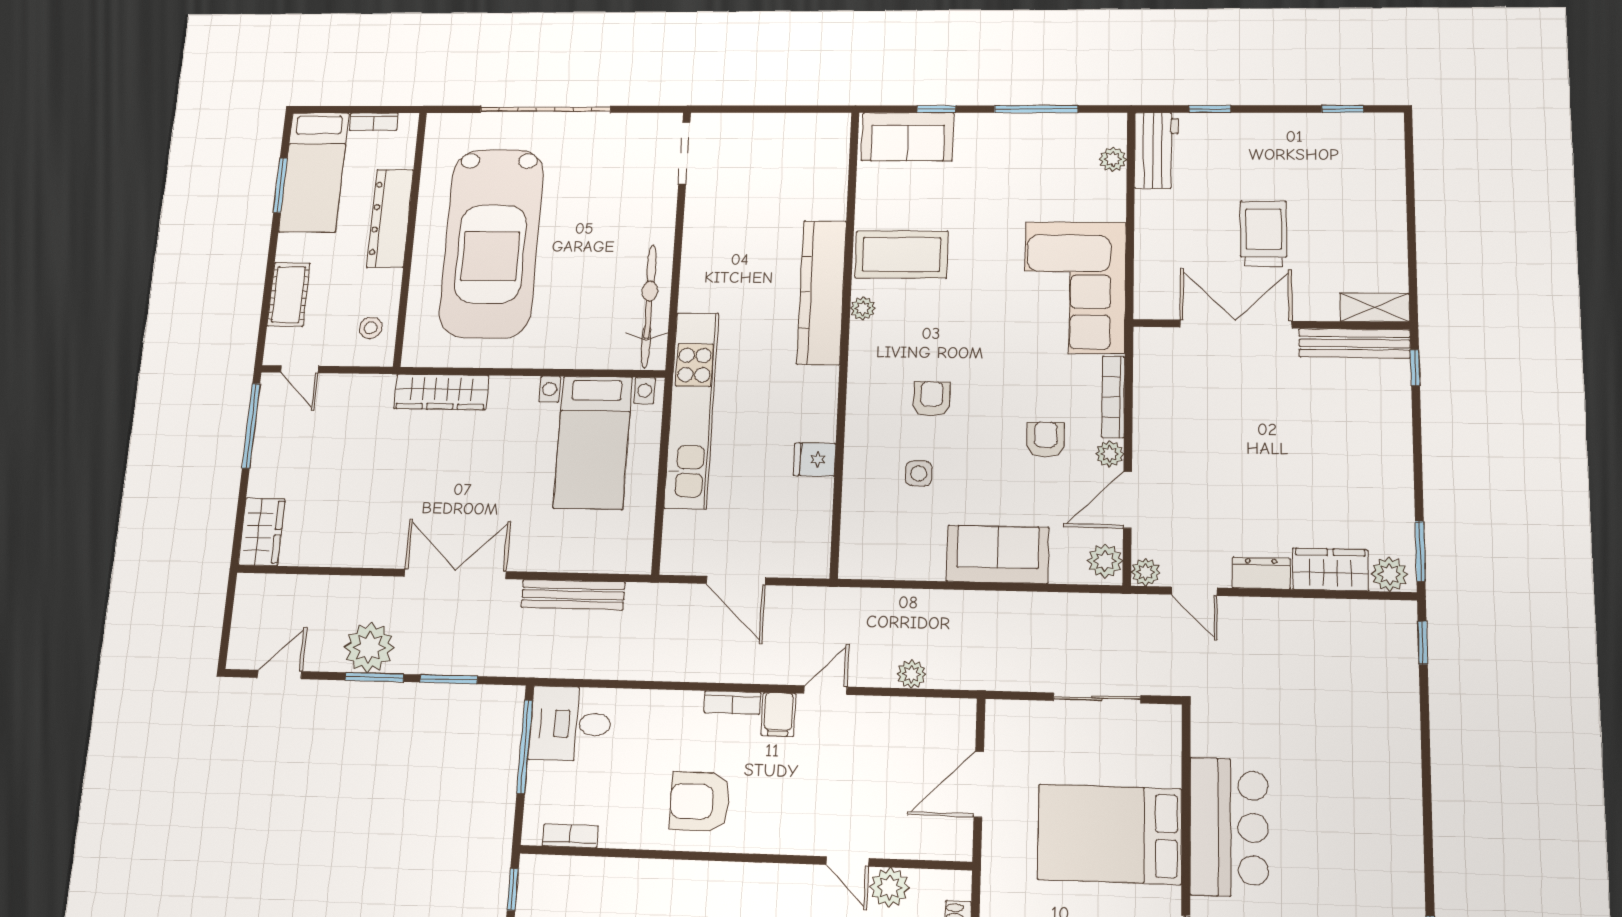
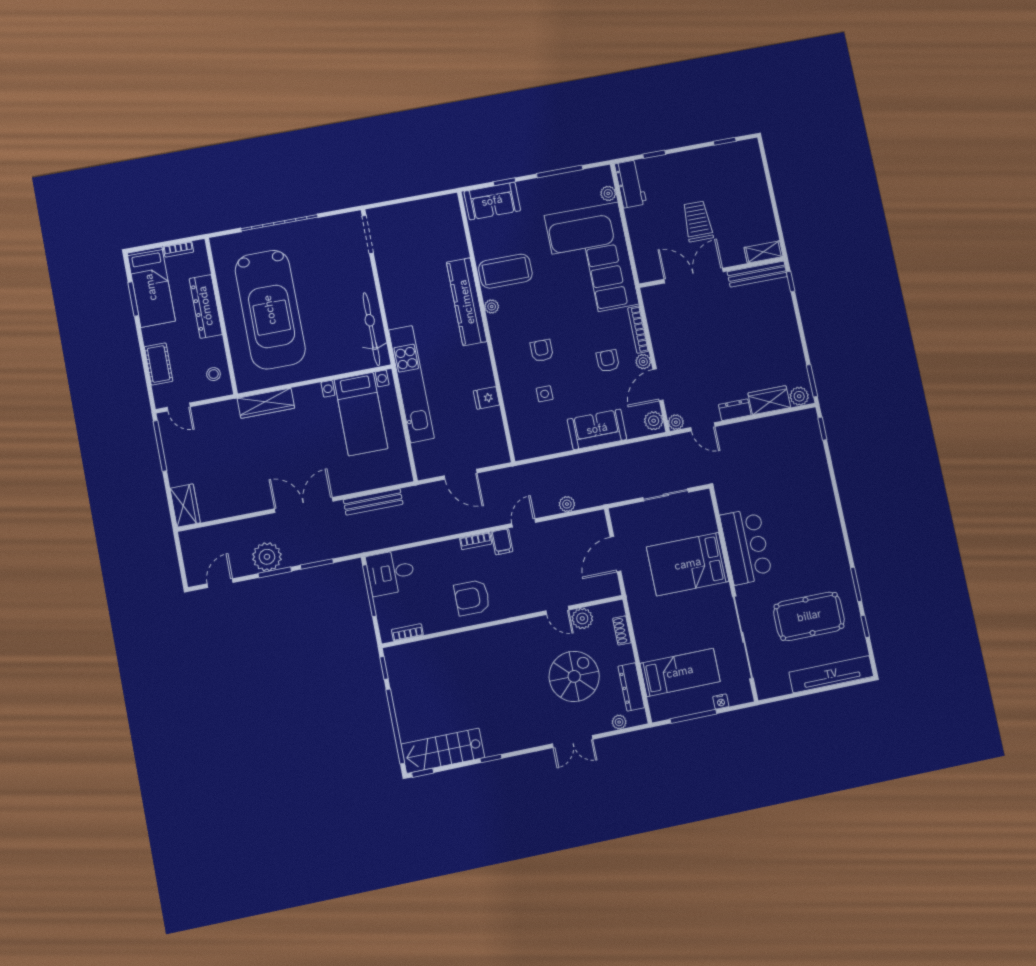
corner sofa: (1075, 287) -> (592, 260), width x1.36, depth x1.36

